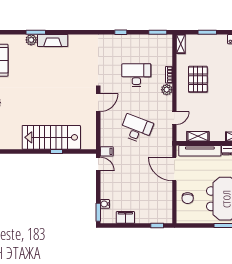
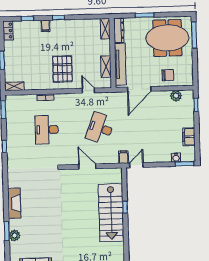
fireplace: (53, 40) -> (14, 203), moved
pallet: (198, 79) -> (62, 69), moved, turned 90
plant: (167, 90) -> (176, 96), moved
door: (98, 103) -> (87, 167), moved

